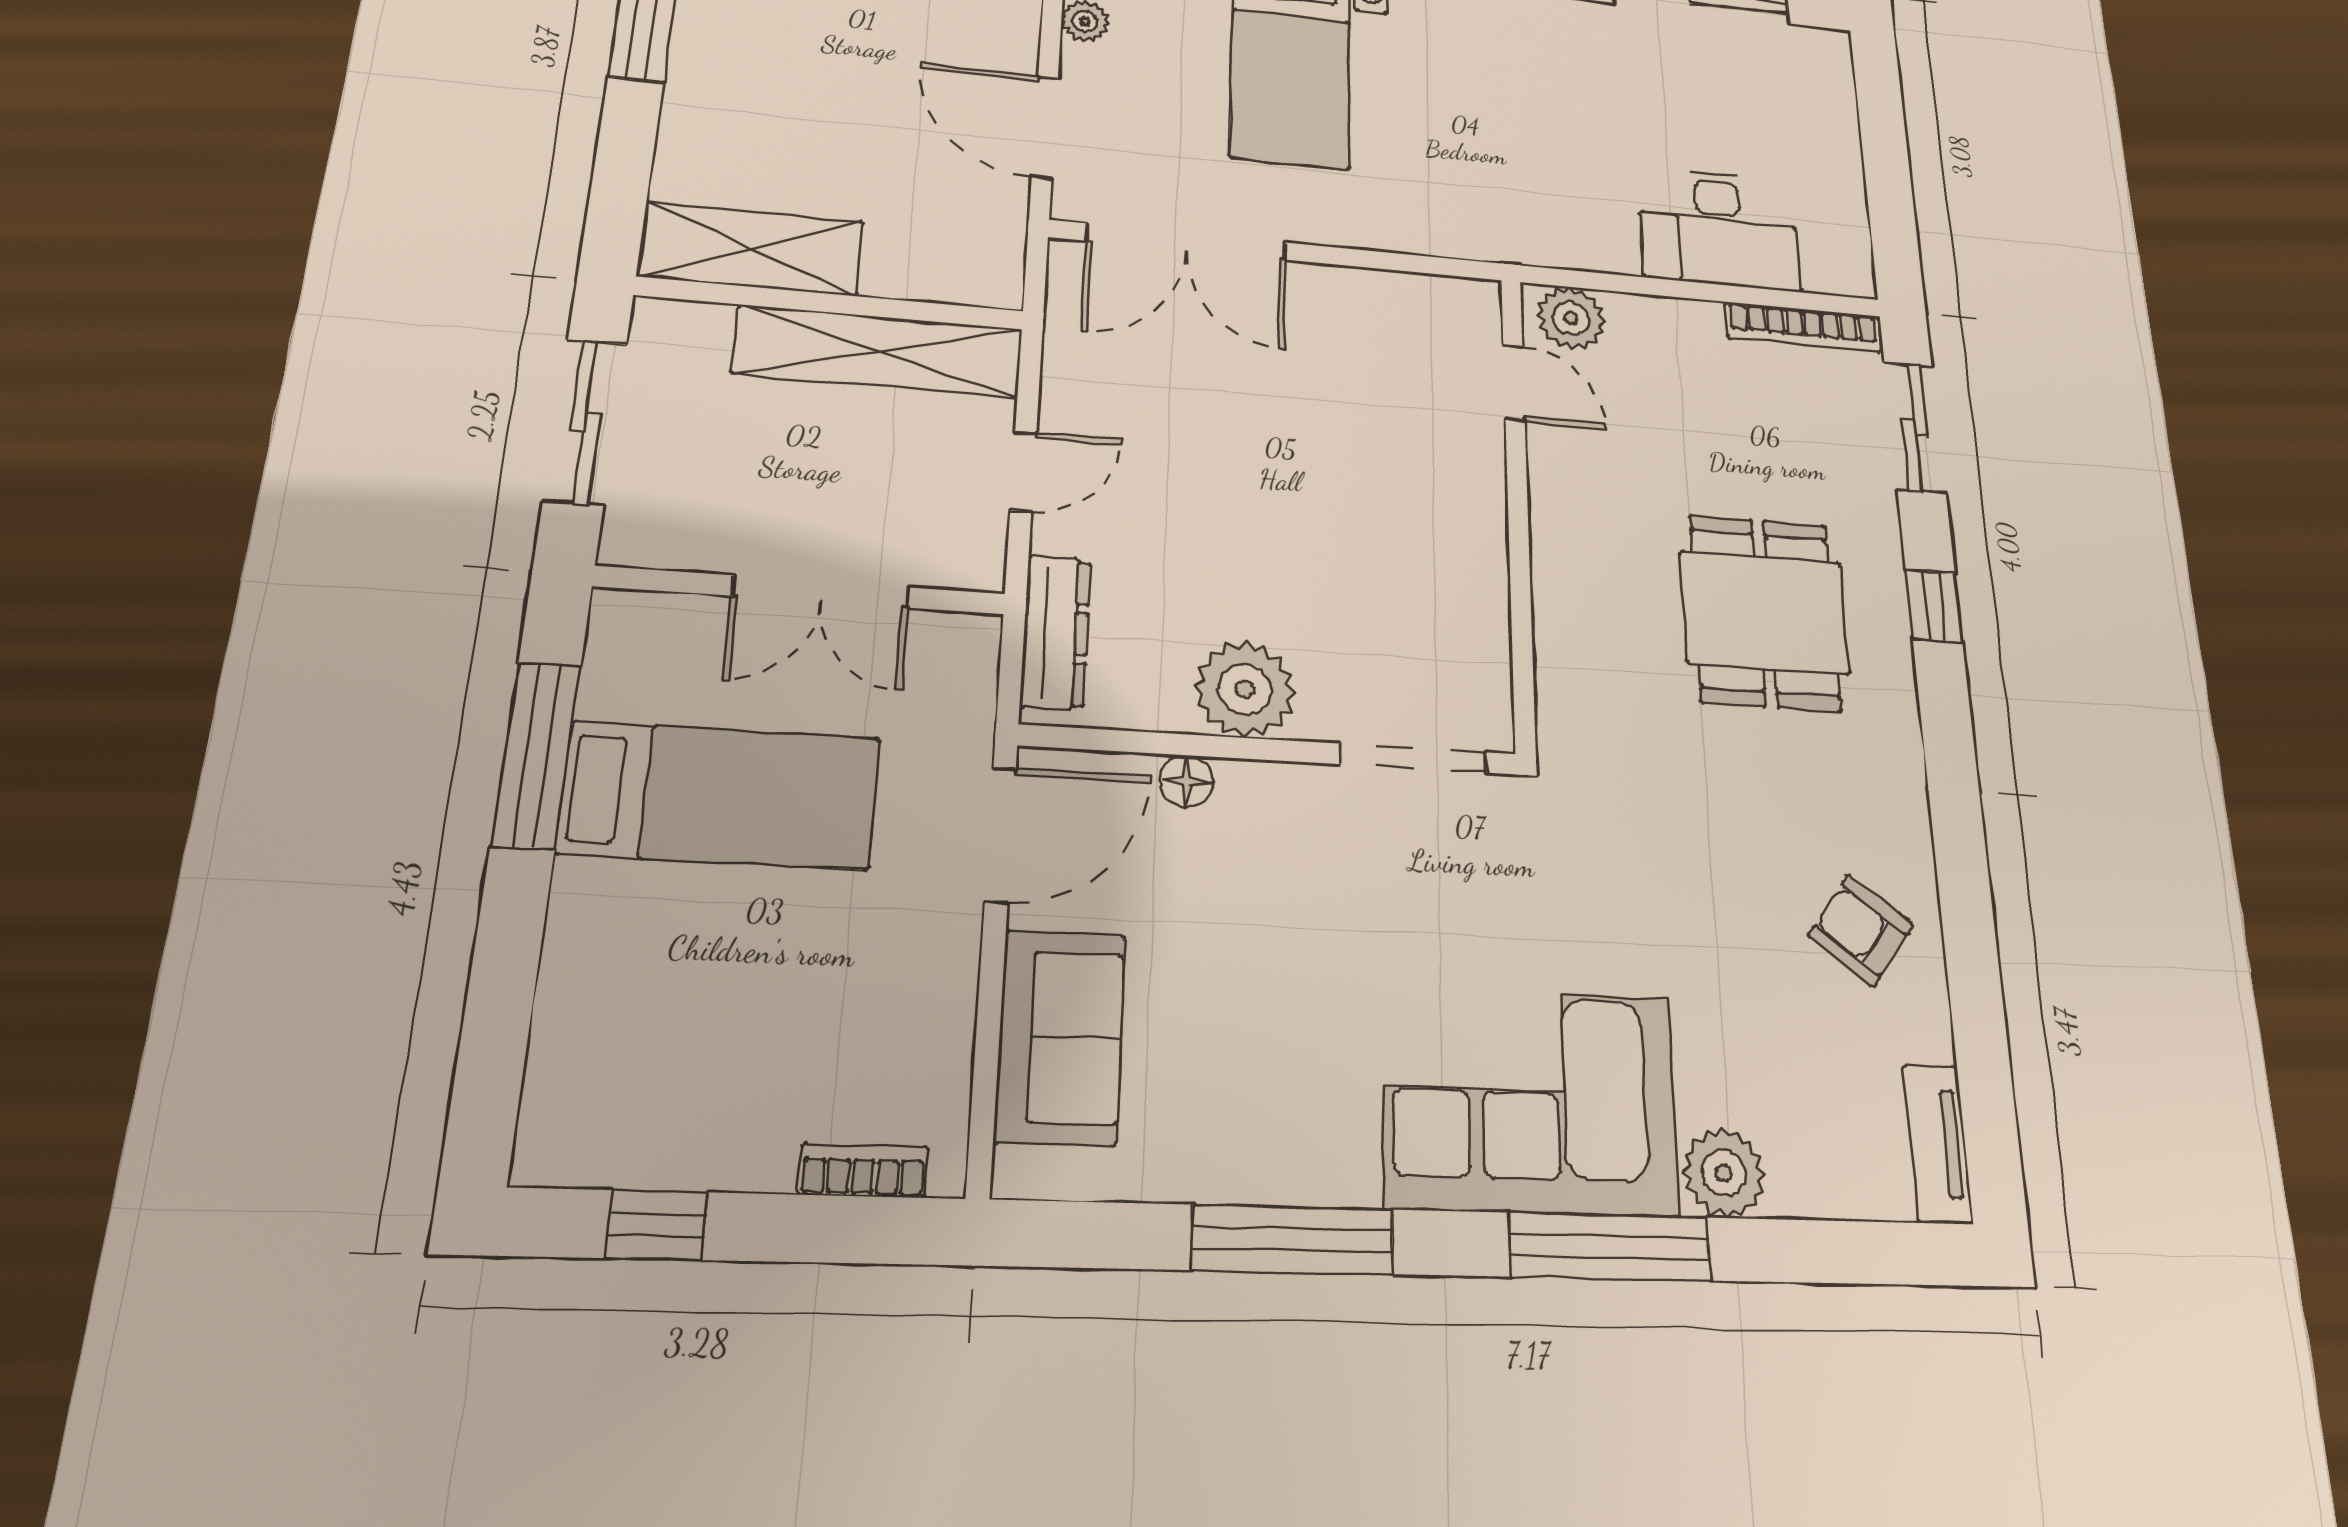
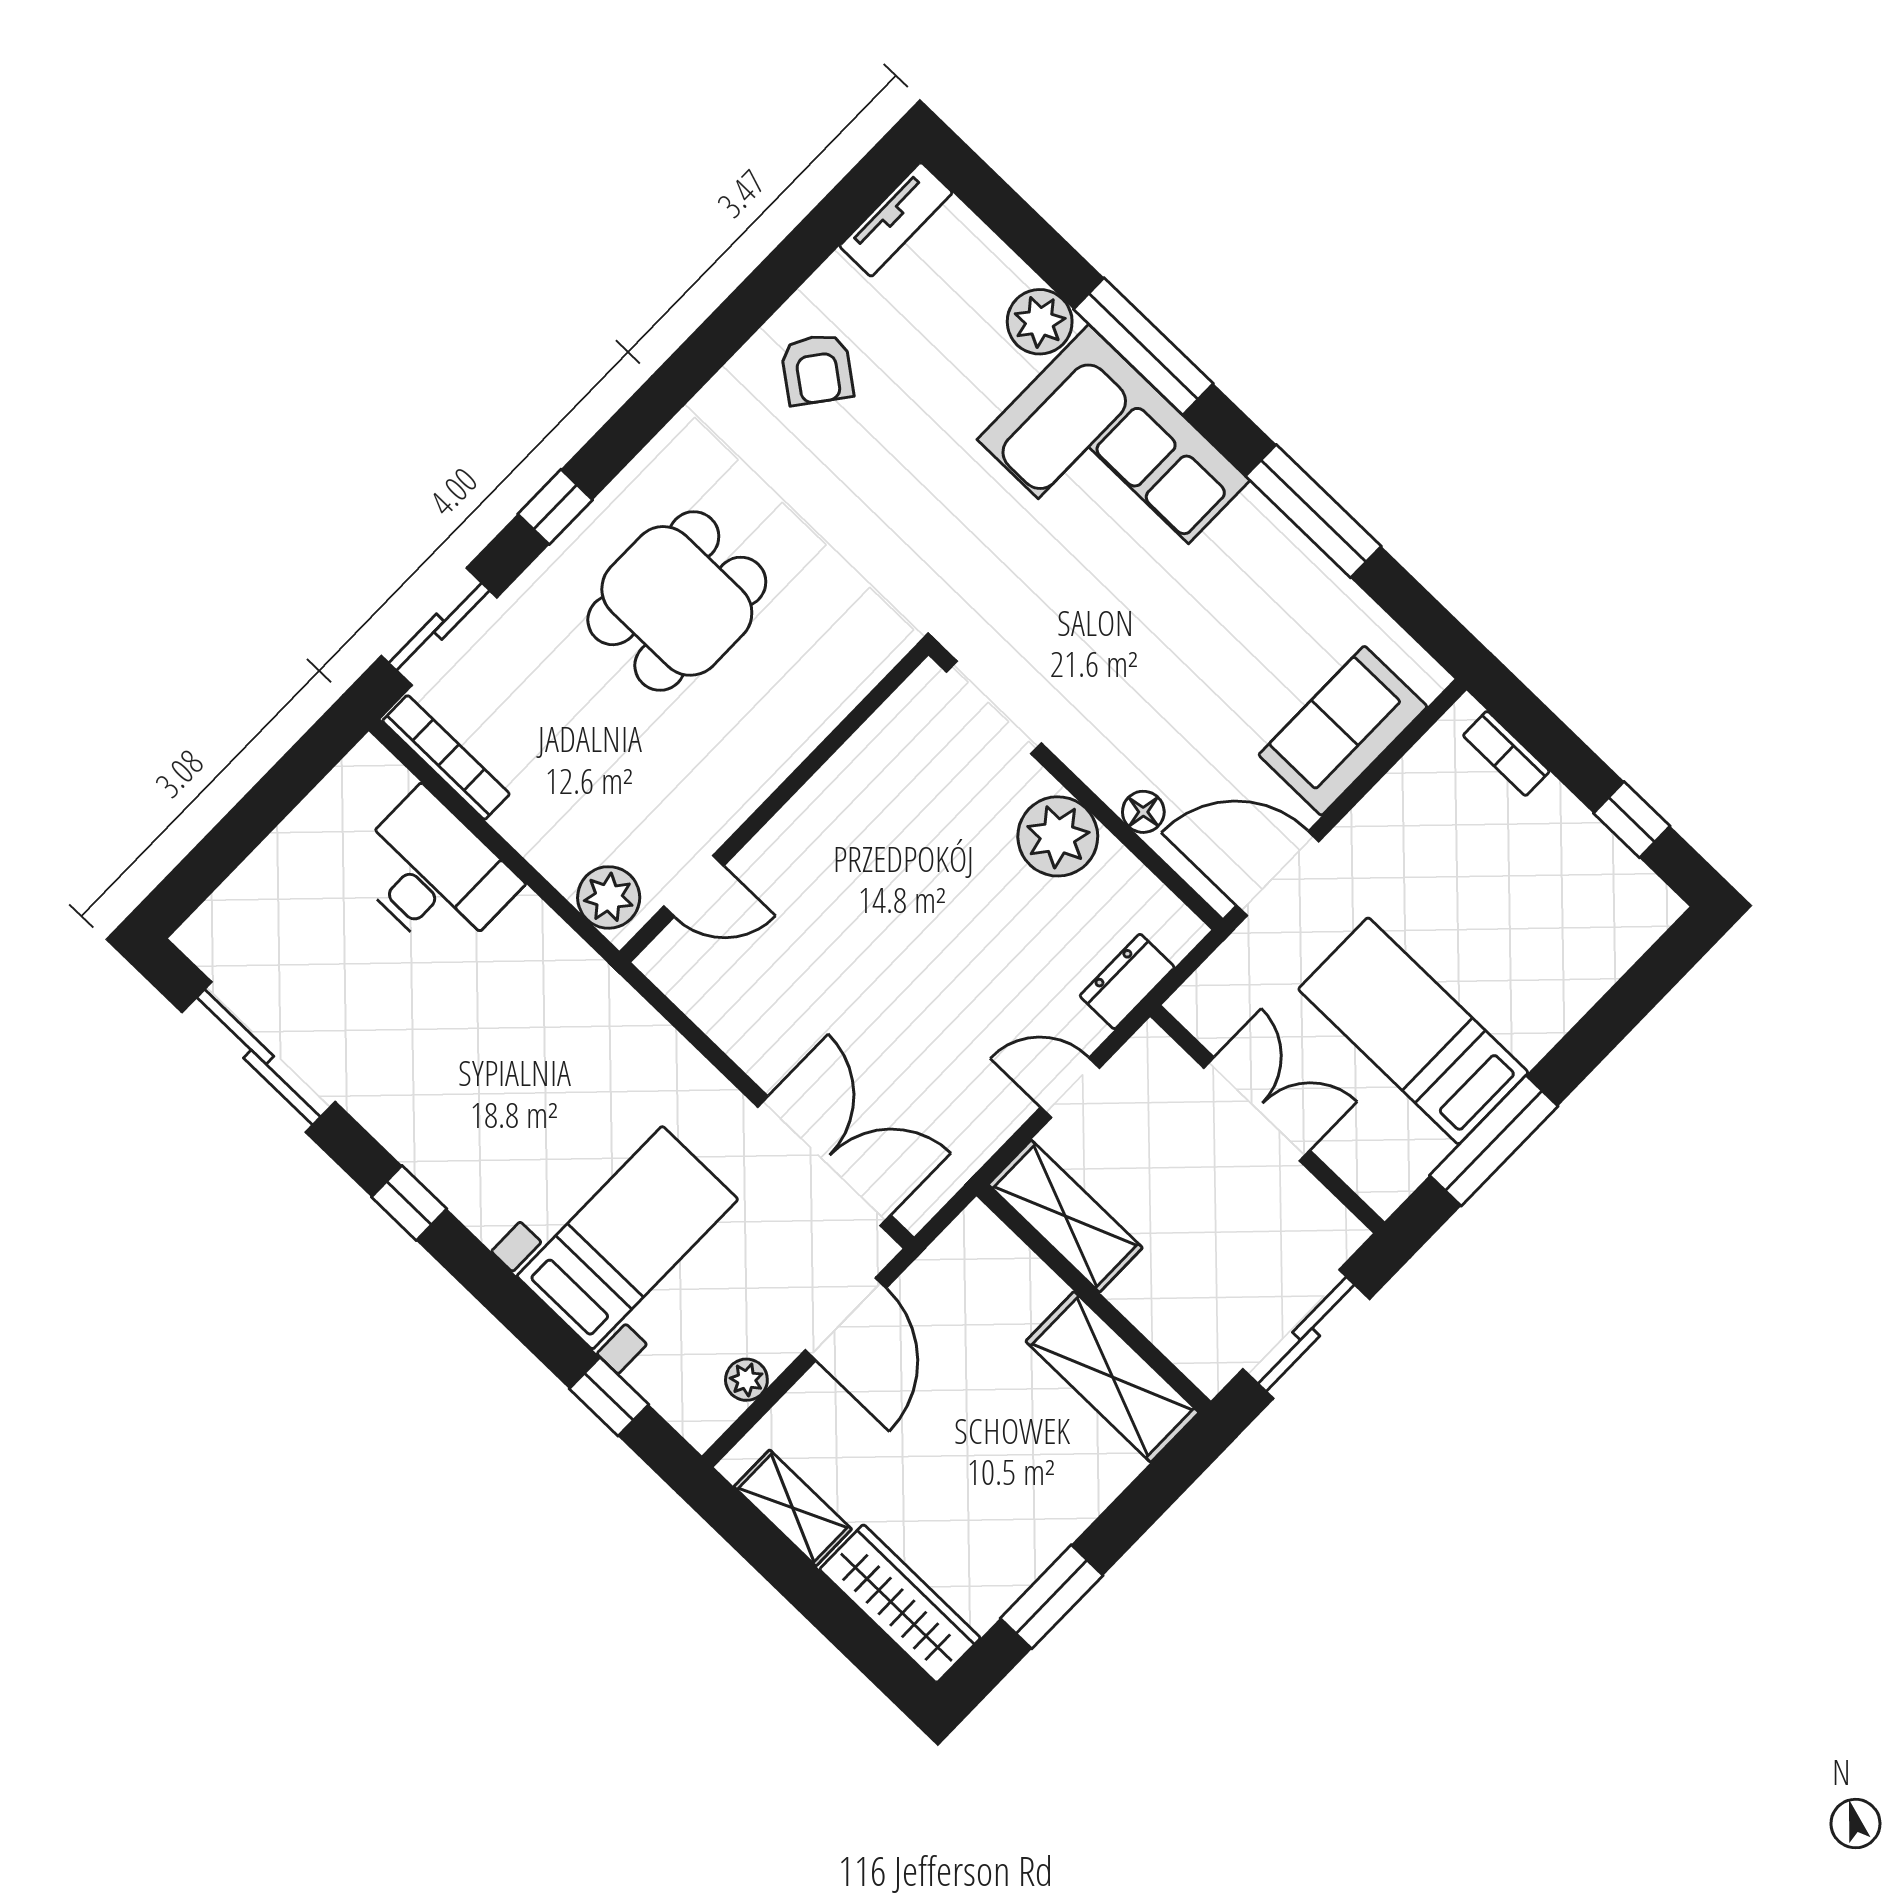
shelving: (879, 351) -> (1065, 1216), width x0.68
door: (1514, 383) -> (694, 886), swing flipped
dresser: (1055, 632) -> (1127, 981), width x0.70

